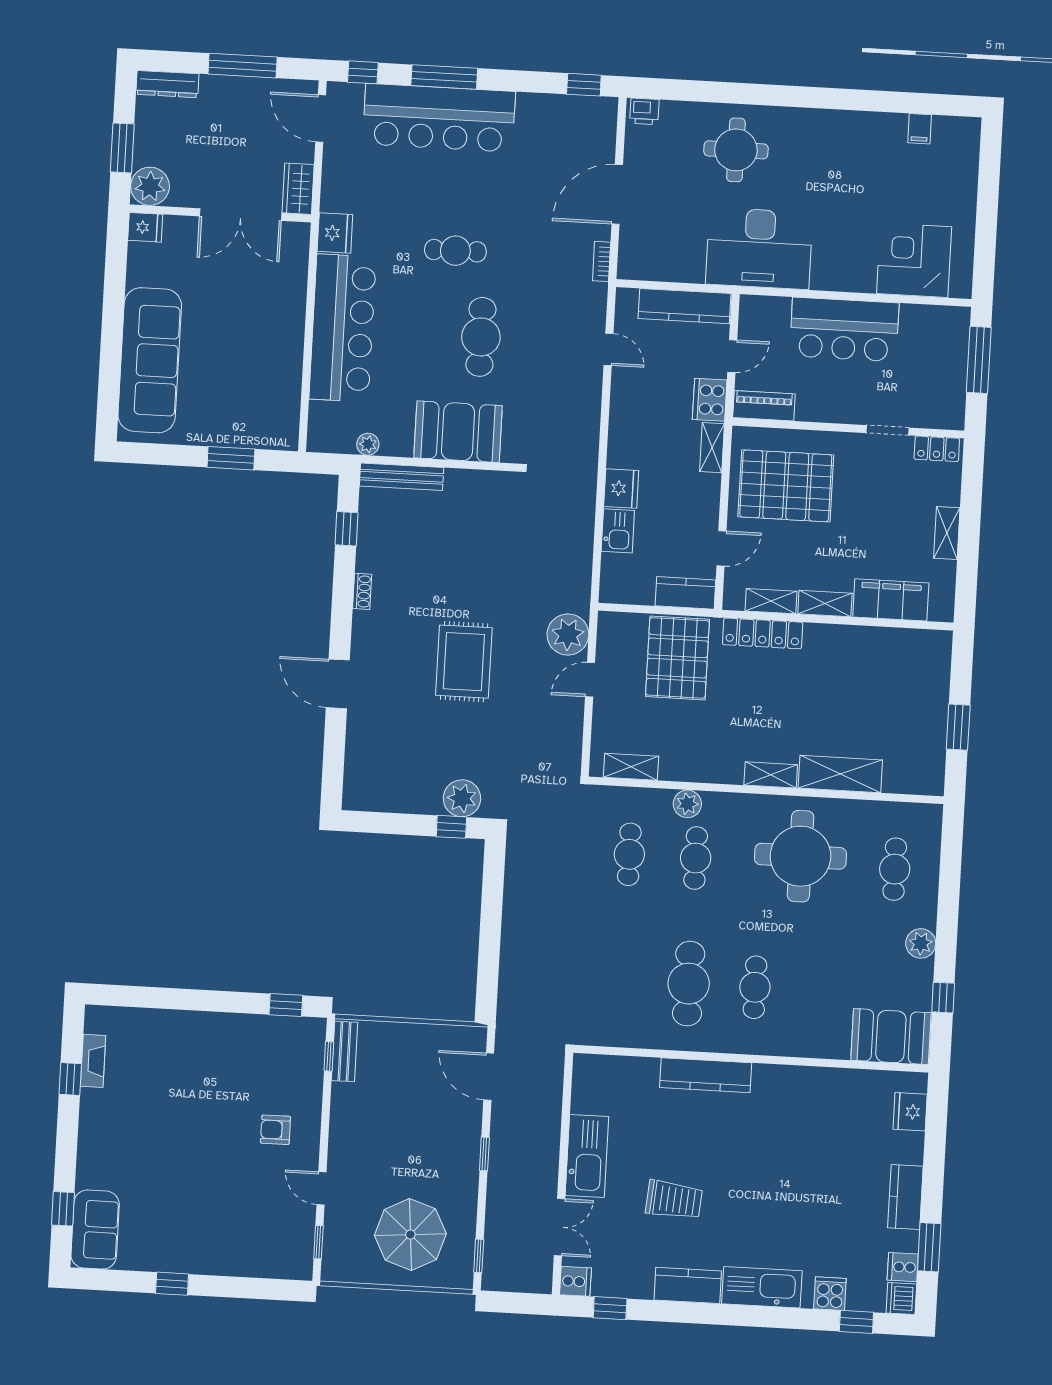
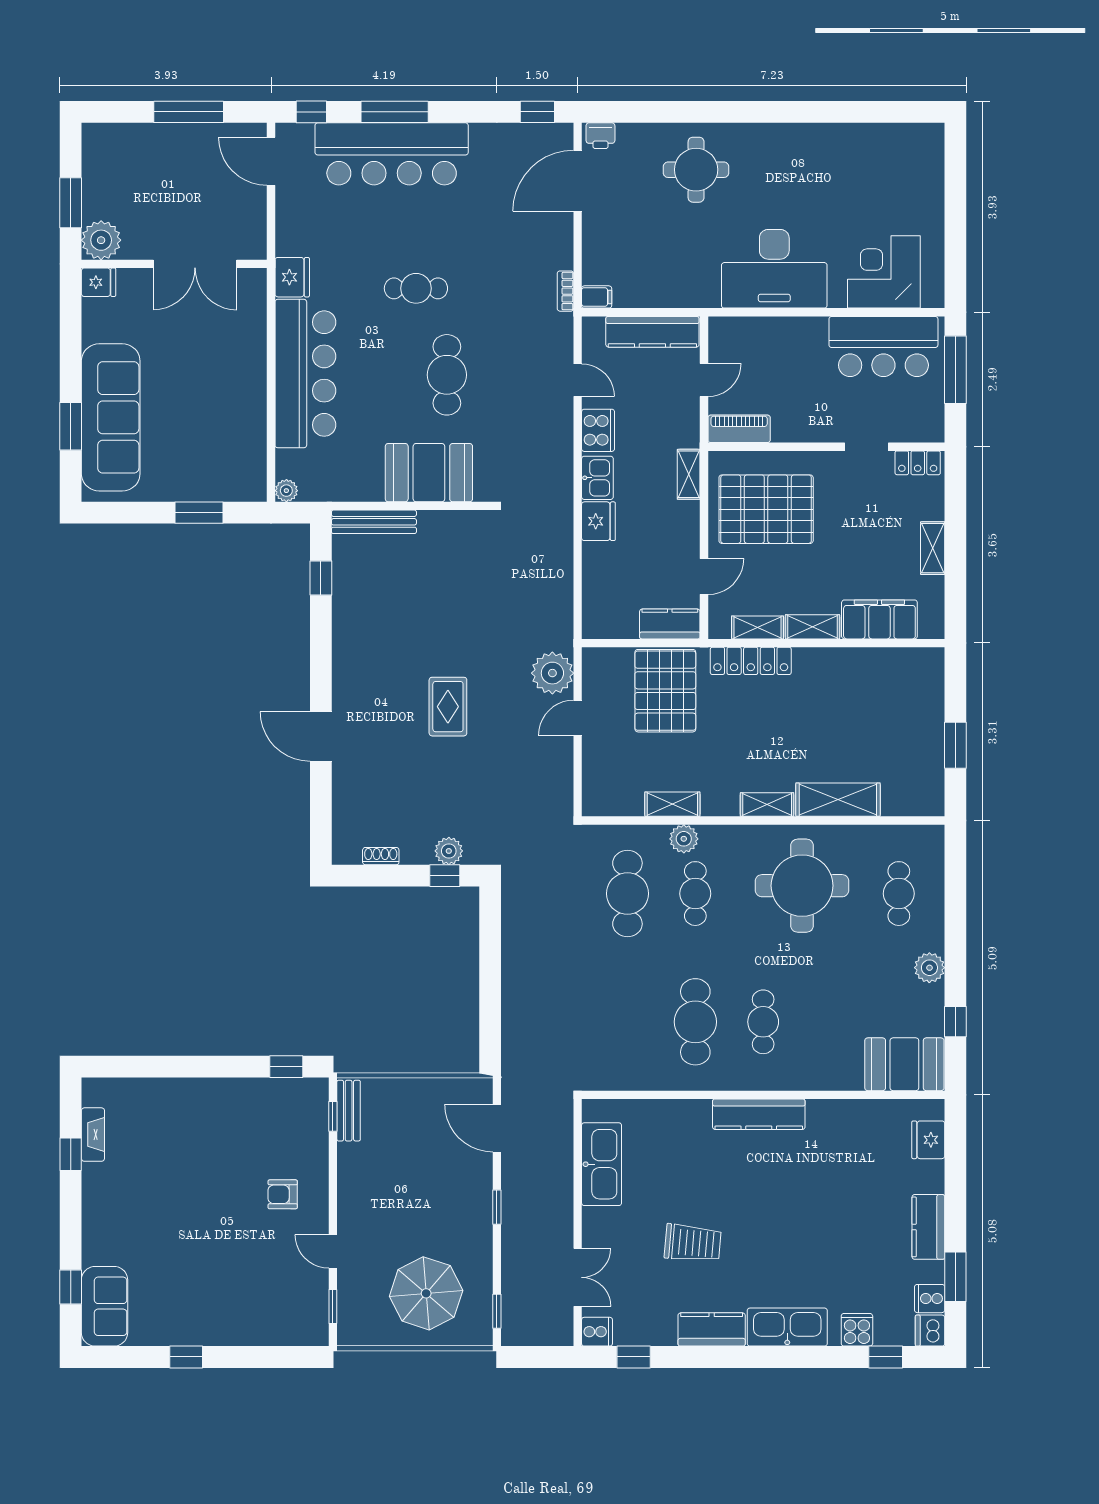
dresser: (167, 84) -> (113, 135), removed
filing cabinet: (920, 129) -> (597, 297), moved, turned -90
wardrobe: (298, 189) -> (252, 234), removed
door: (617, 194) -> (578, 181), moved
desk: (759, 248) -> (774, 269), moved
bar counter: (844, 329) -> (883, 347), moved
window: (110, 367) -> (71, 426), added
cooker: (710, 400) -> (598, 430), moved, turned 180
plant: (368, 444) -> (286, 491), moved
kitchen sink: (618, 531) -> (597, 478), moved
shoe rack: (362, 591) -> (381, 856), moved, turned -90
rug: (464, 662) -> (448, 707), width x0.73, depth x0.70
shelving: (631, 767) -> (672, 804), moved
plant: (462, 798) -> (449, 851), width x0.73, depth x0.73
cafe table: (629, 854) -> (627, 894), width x1.37, depth x1.35
kitchen counter: (706, 1075) -> (759, 1114), moved
kitchen sink: (587, 1156) -> (602, 1164), moved

